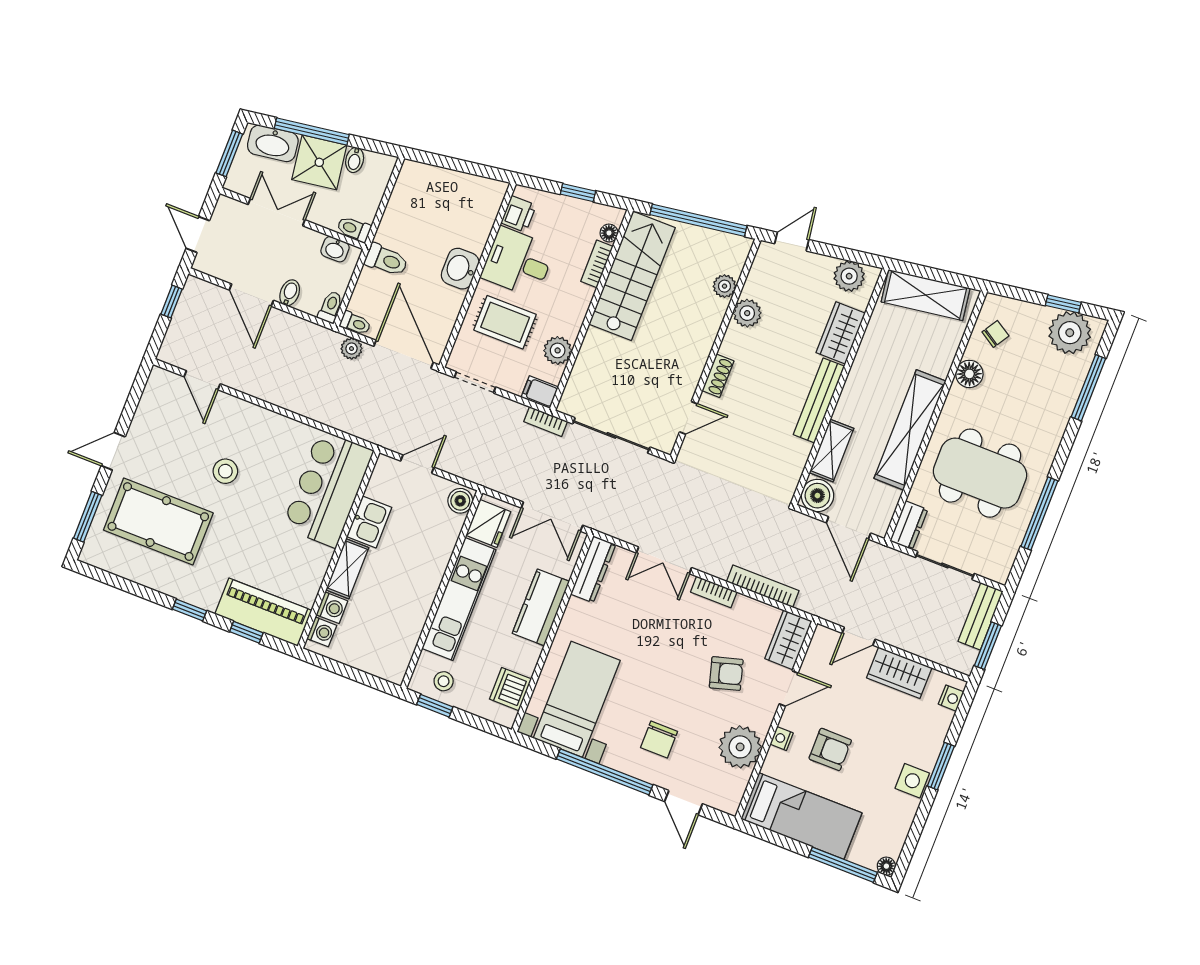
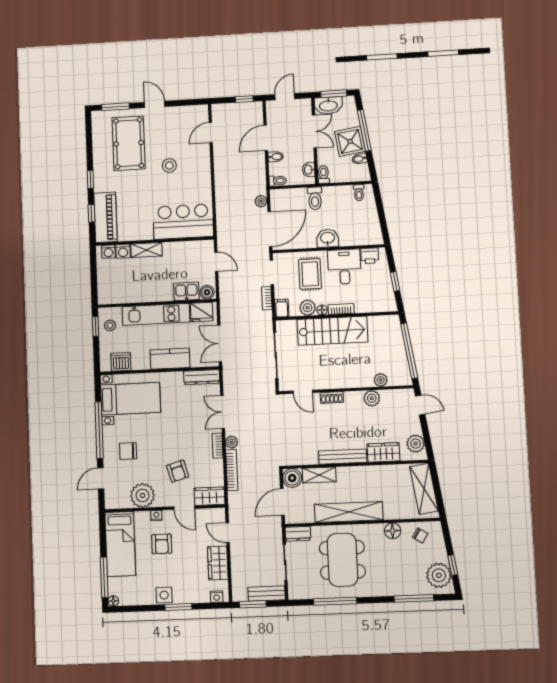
washbasin: (273, 143) -> (328, 105), moved, turned -82
floor lamp: (609, 233) -> (322, 310), moved
bookcase: (597, 264) -> (341, 309), moved
stairs: (632, 276) -> (332, 331), moved
toilet: (355, 323) -> (359, 193), moved
bookcase: (546, 422) -> (267, 298), moved
kitchen sink: (369, 522) -> (186, 291), moved, turned 180
plant: (718, 567) -> (232, 442), added

